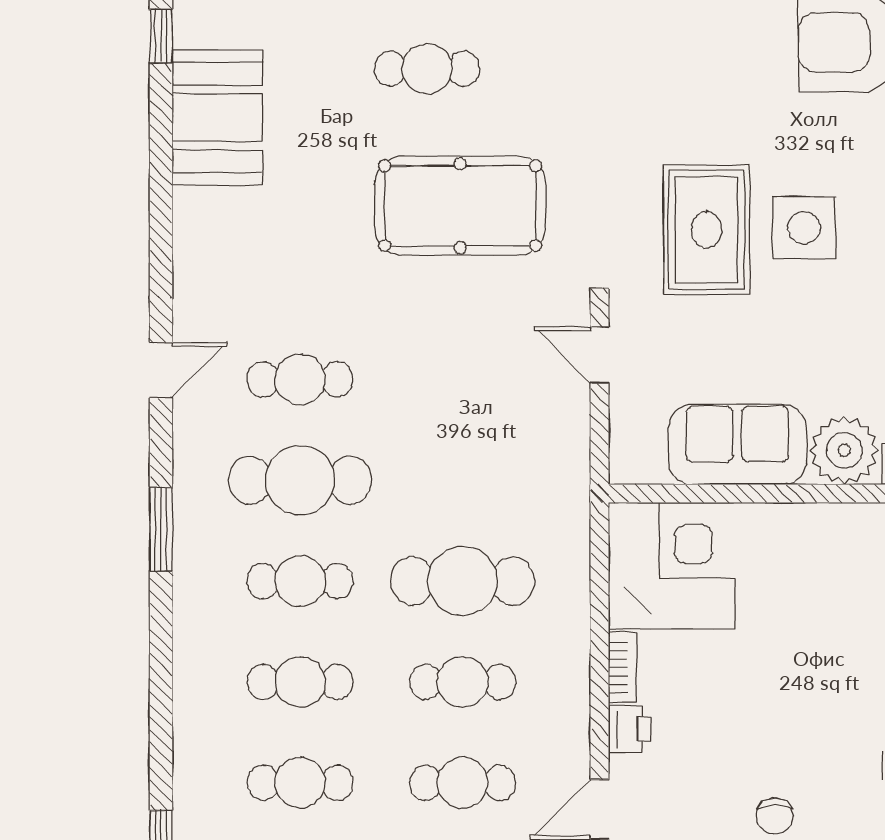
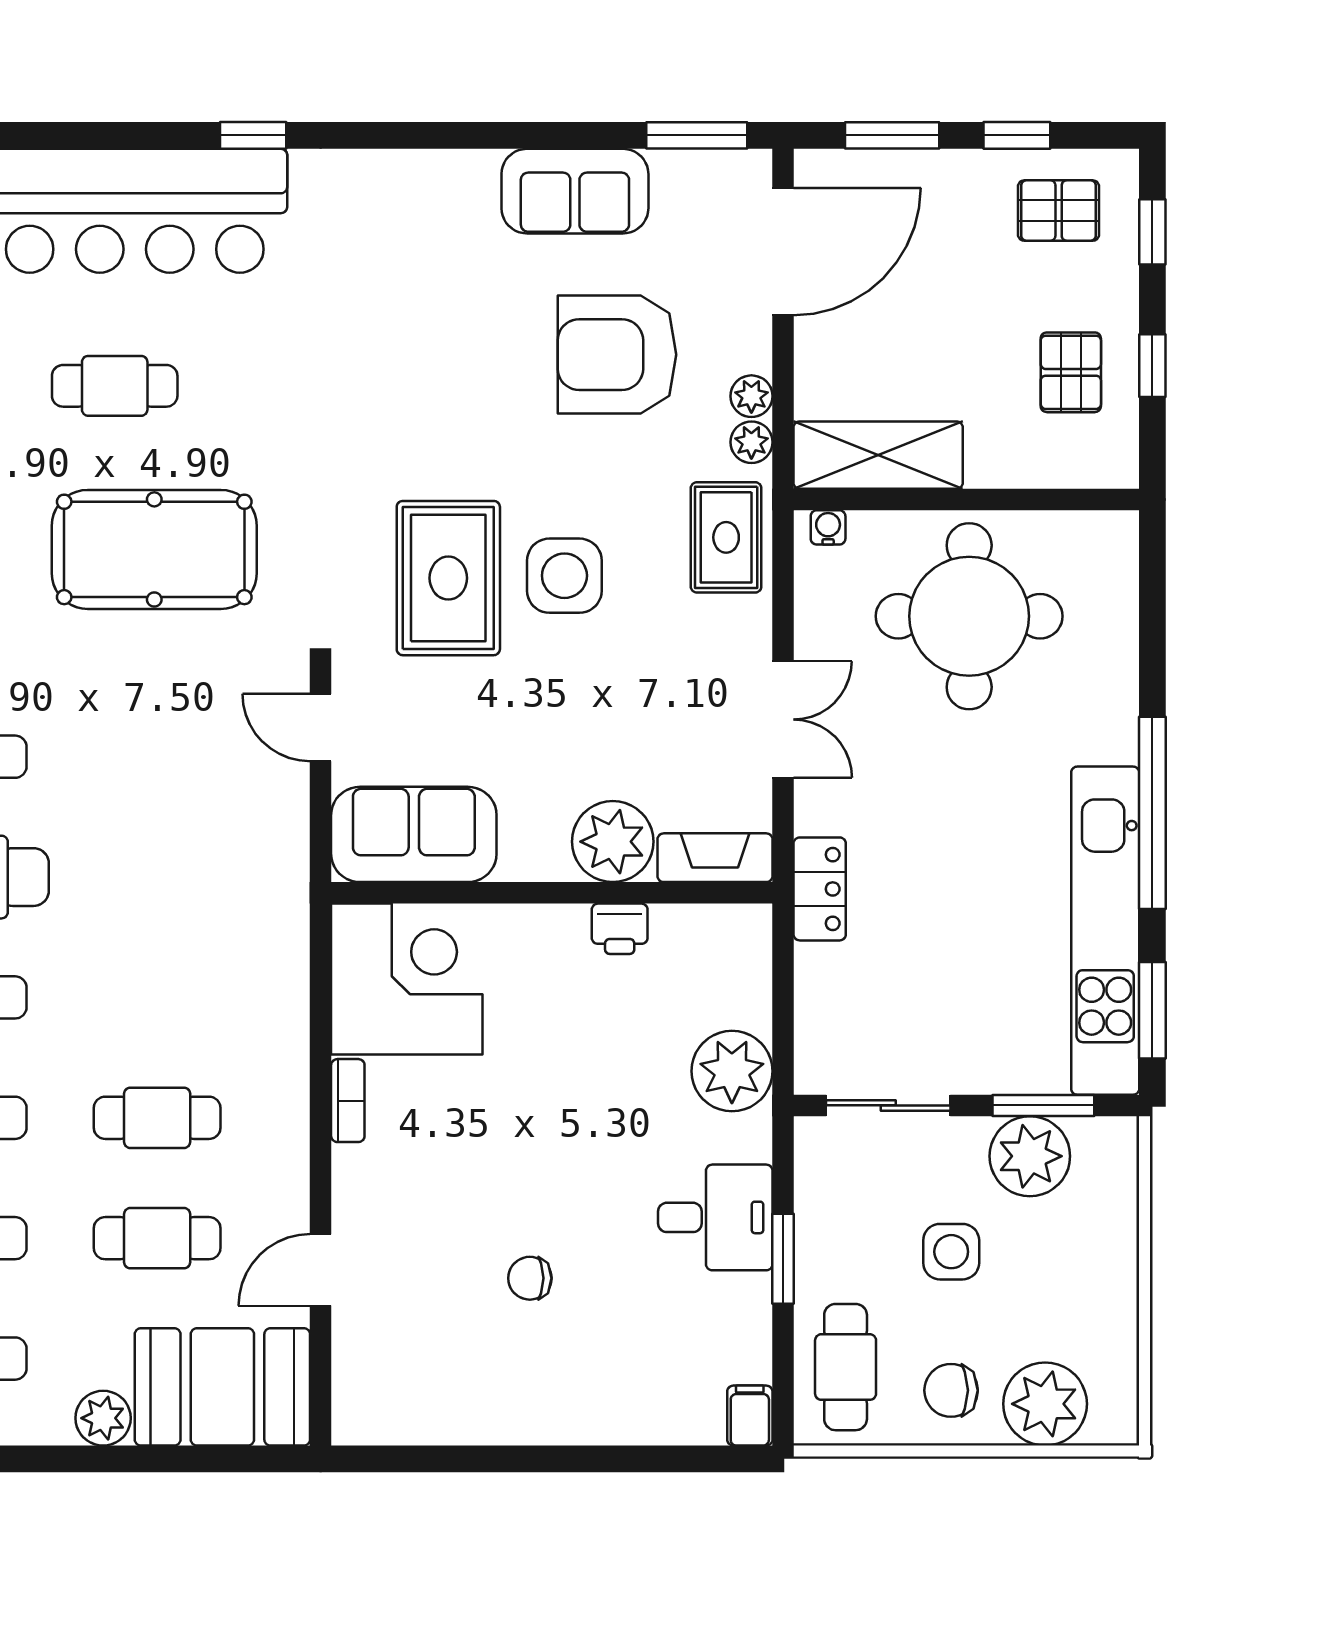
sofa: (737, 445) -> (414, 834), moved
cafe table: (463, 581) -> (157, 997), removed
printer: (630, 729) -> (620, 929), moved, turned 90
chair: (775, 816) -> (530, 1278), turned 90

